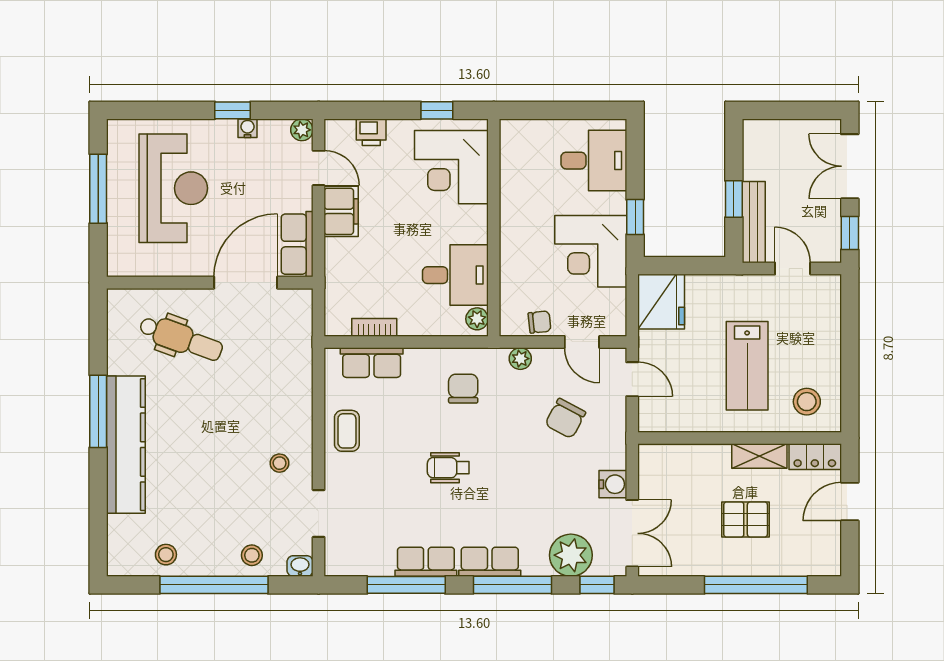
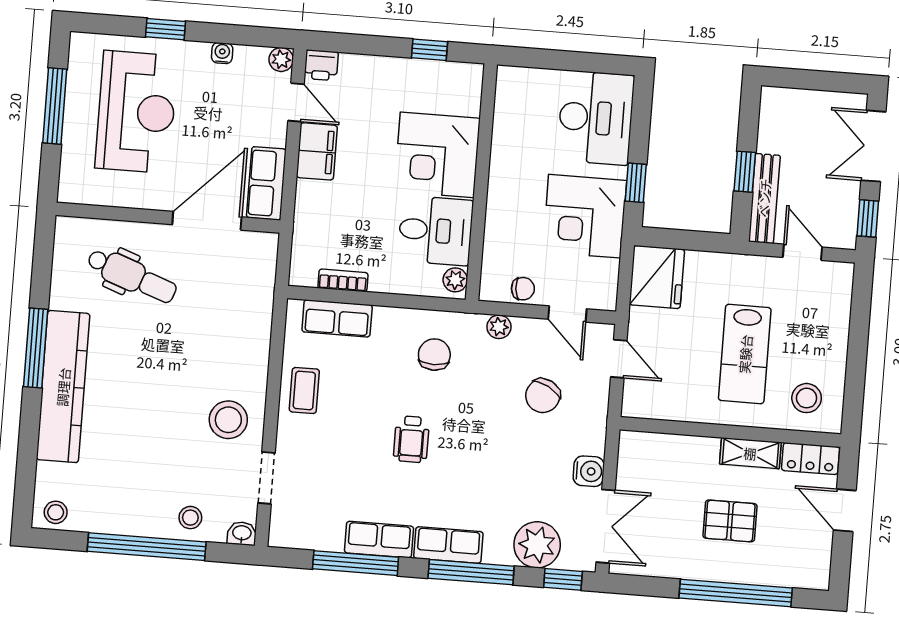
window: (233, 110) -> (166, 29), moved
printer: (371, 132) -> (321, 65), moved
desk: (594, 161) -> (596, 118), width x1.37
corner desk: (451, 167) -> (437, 155), moved
stool: (280, 463) -> (228, 420), width x1.89, depth x1.89
wheelchair: (448, 468) -> (411, 439), turned -90
door: (850, 502) -> (845, 510), hinge flipped
stool: (166, 555) -> (56, 512), moved

